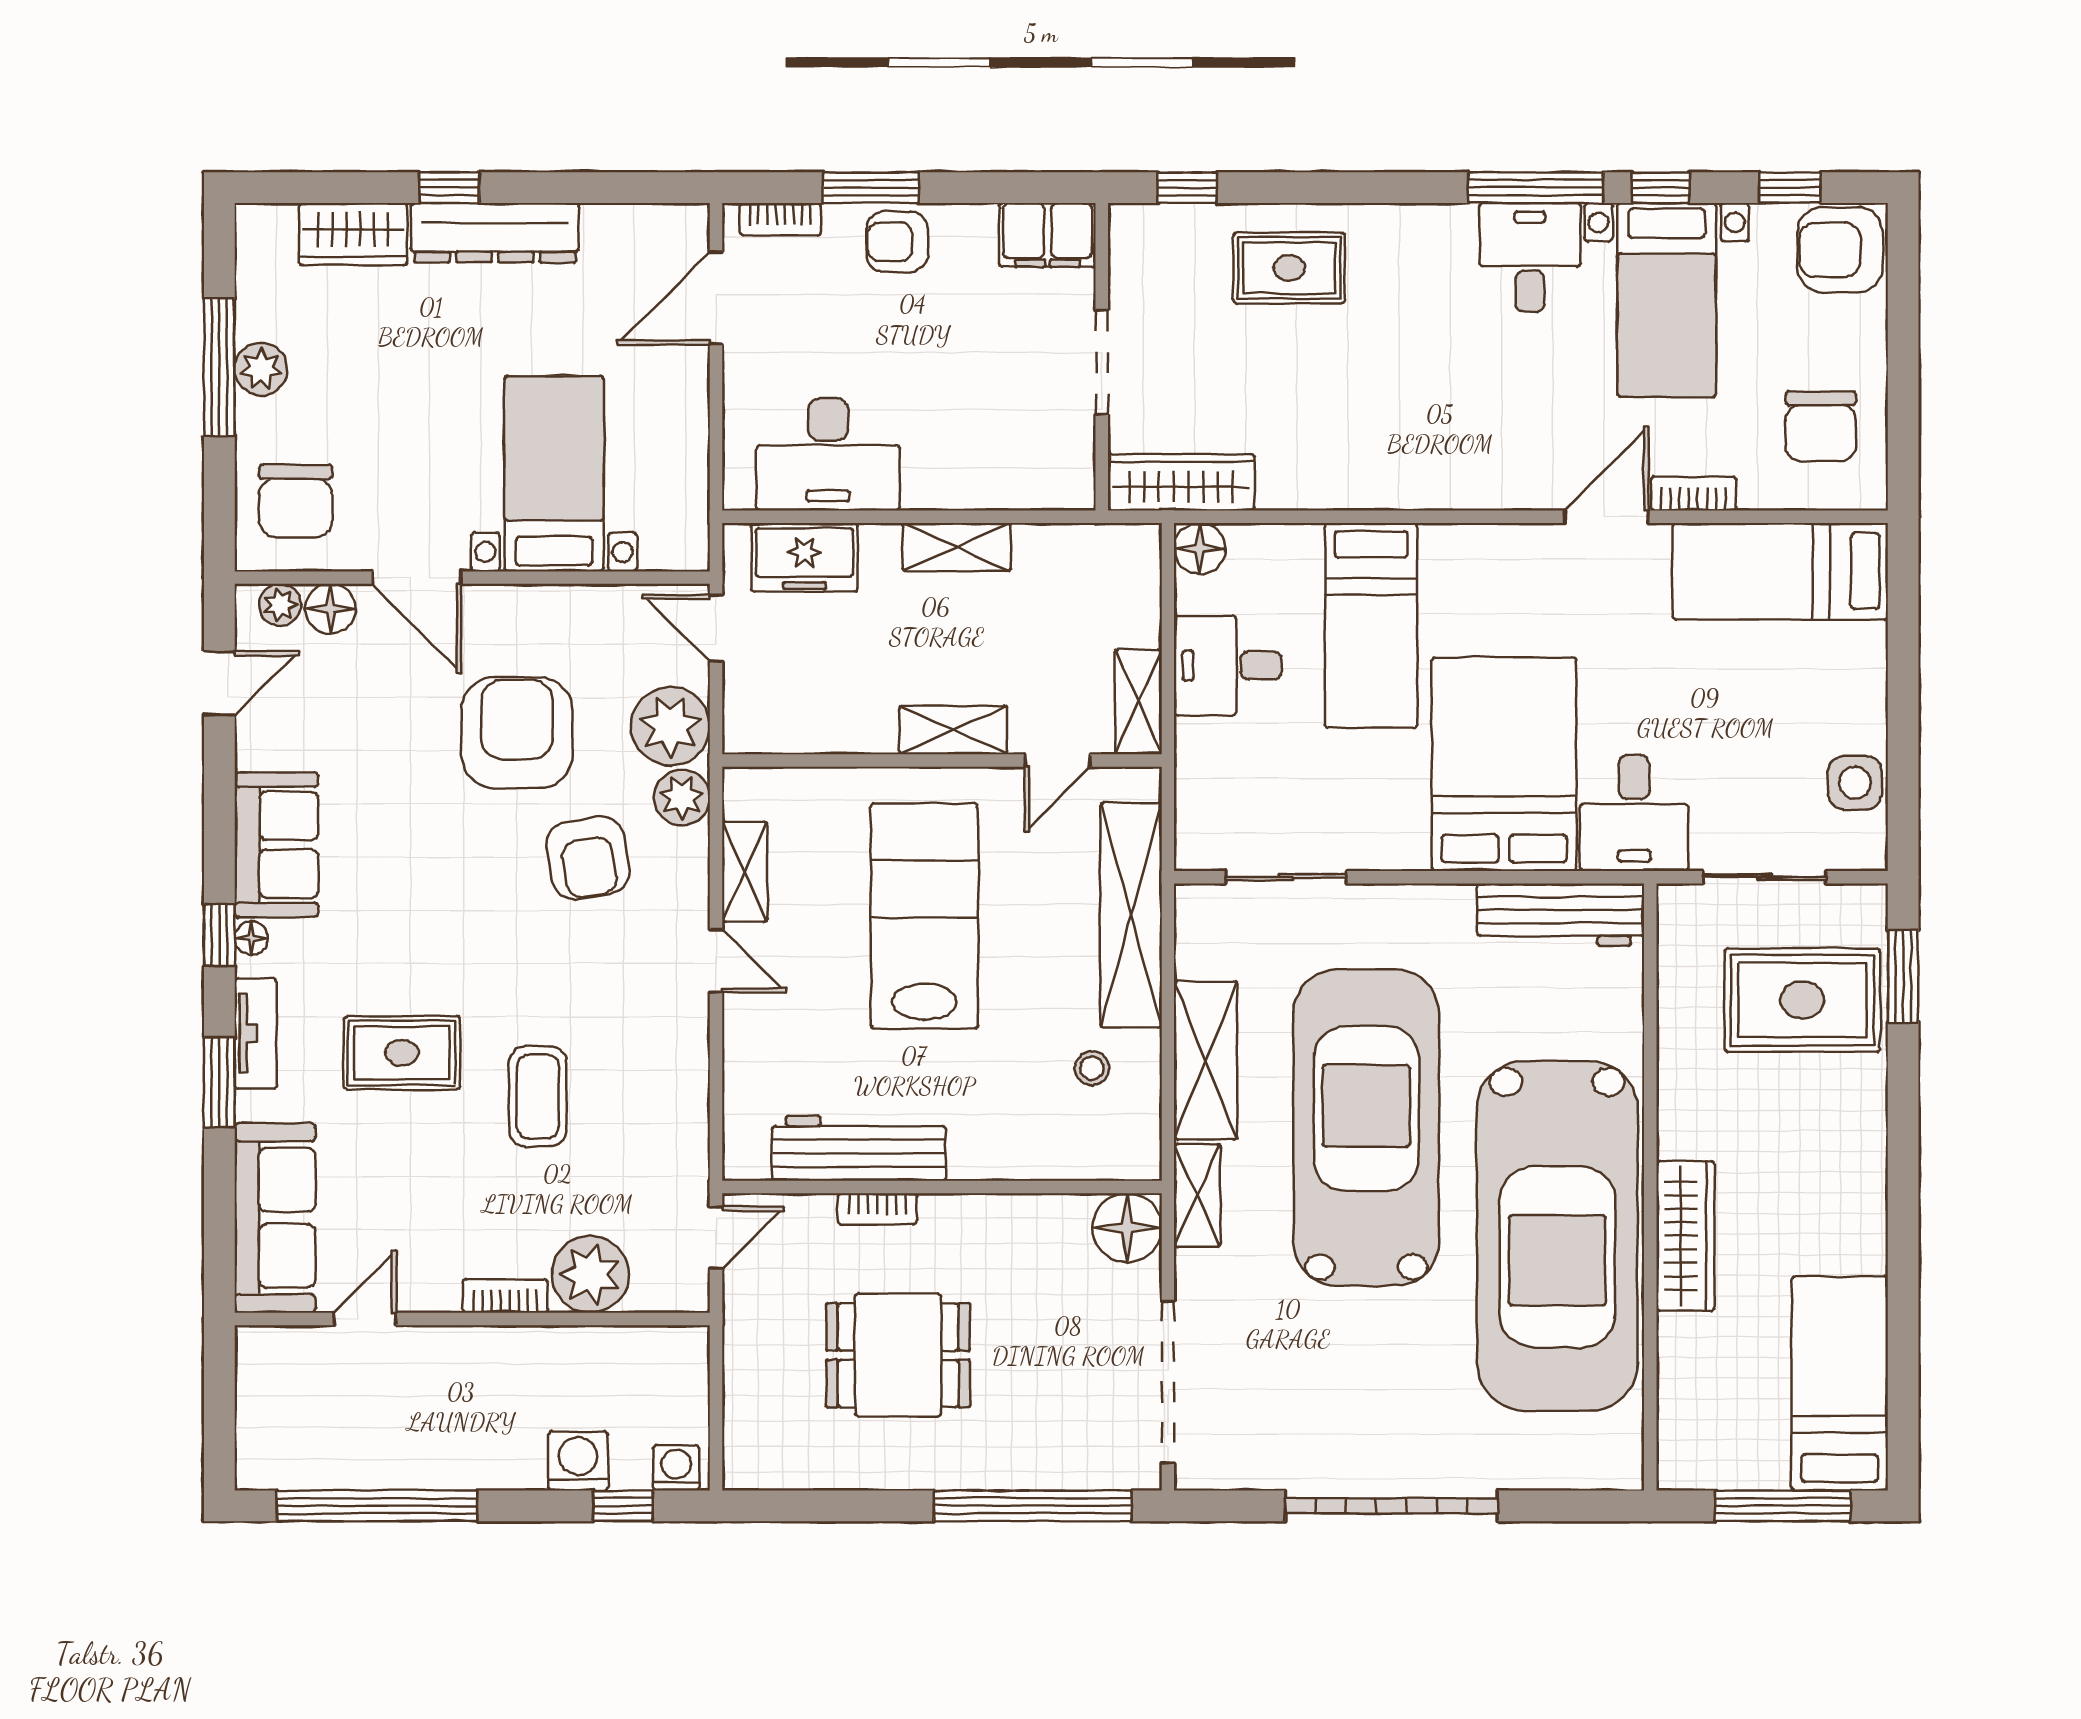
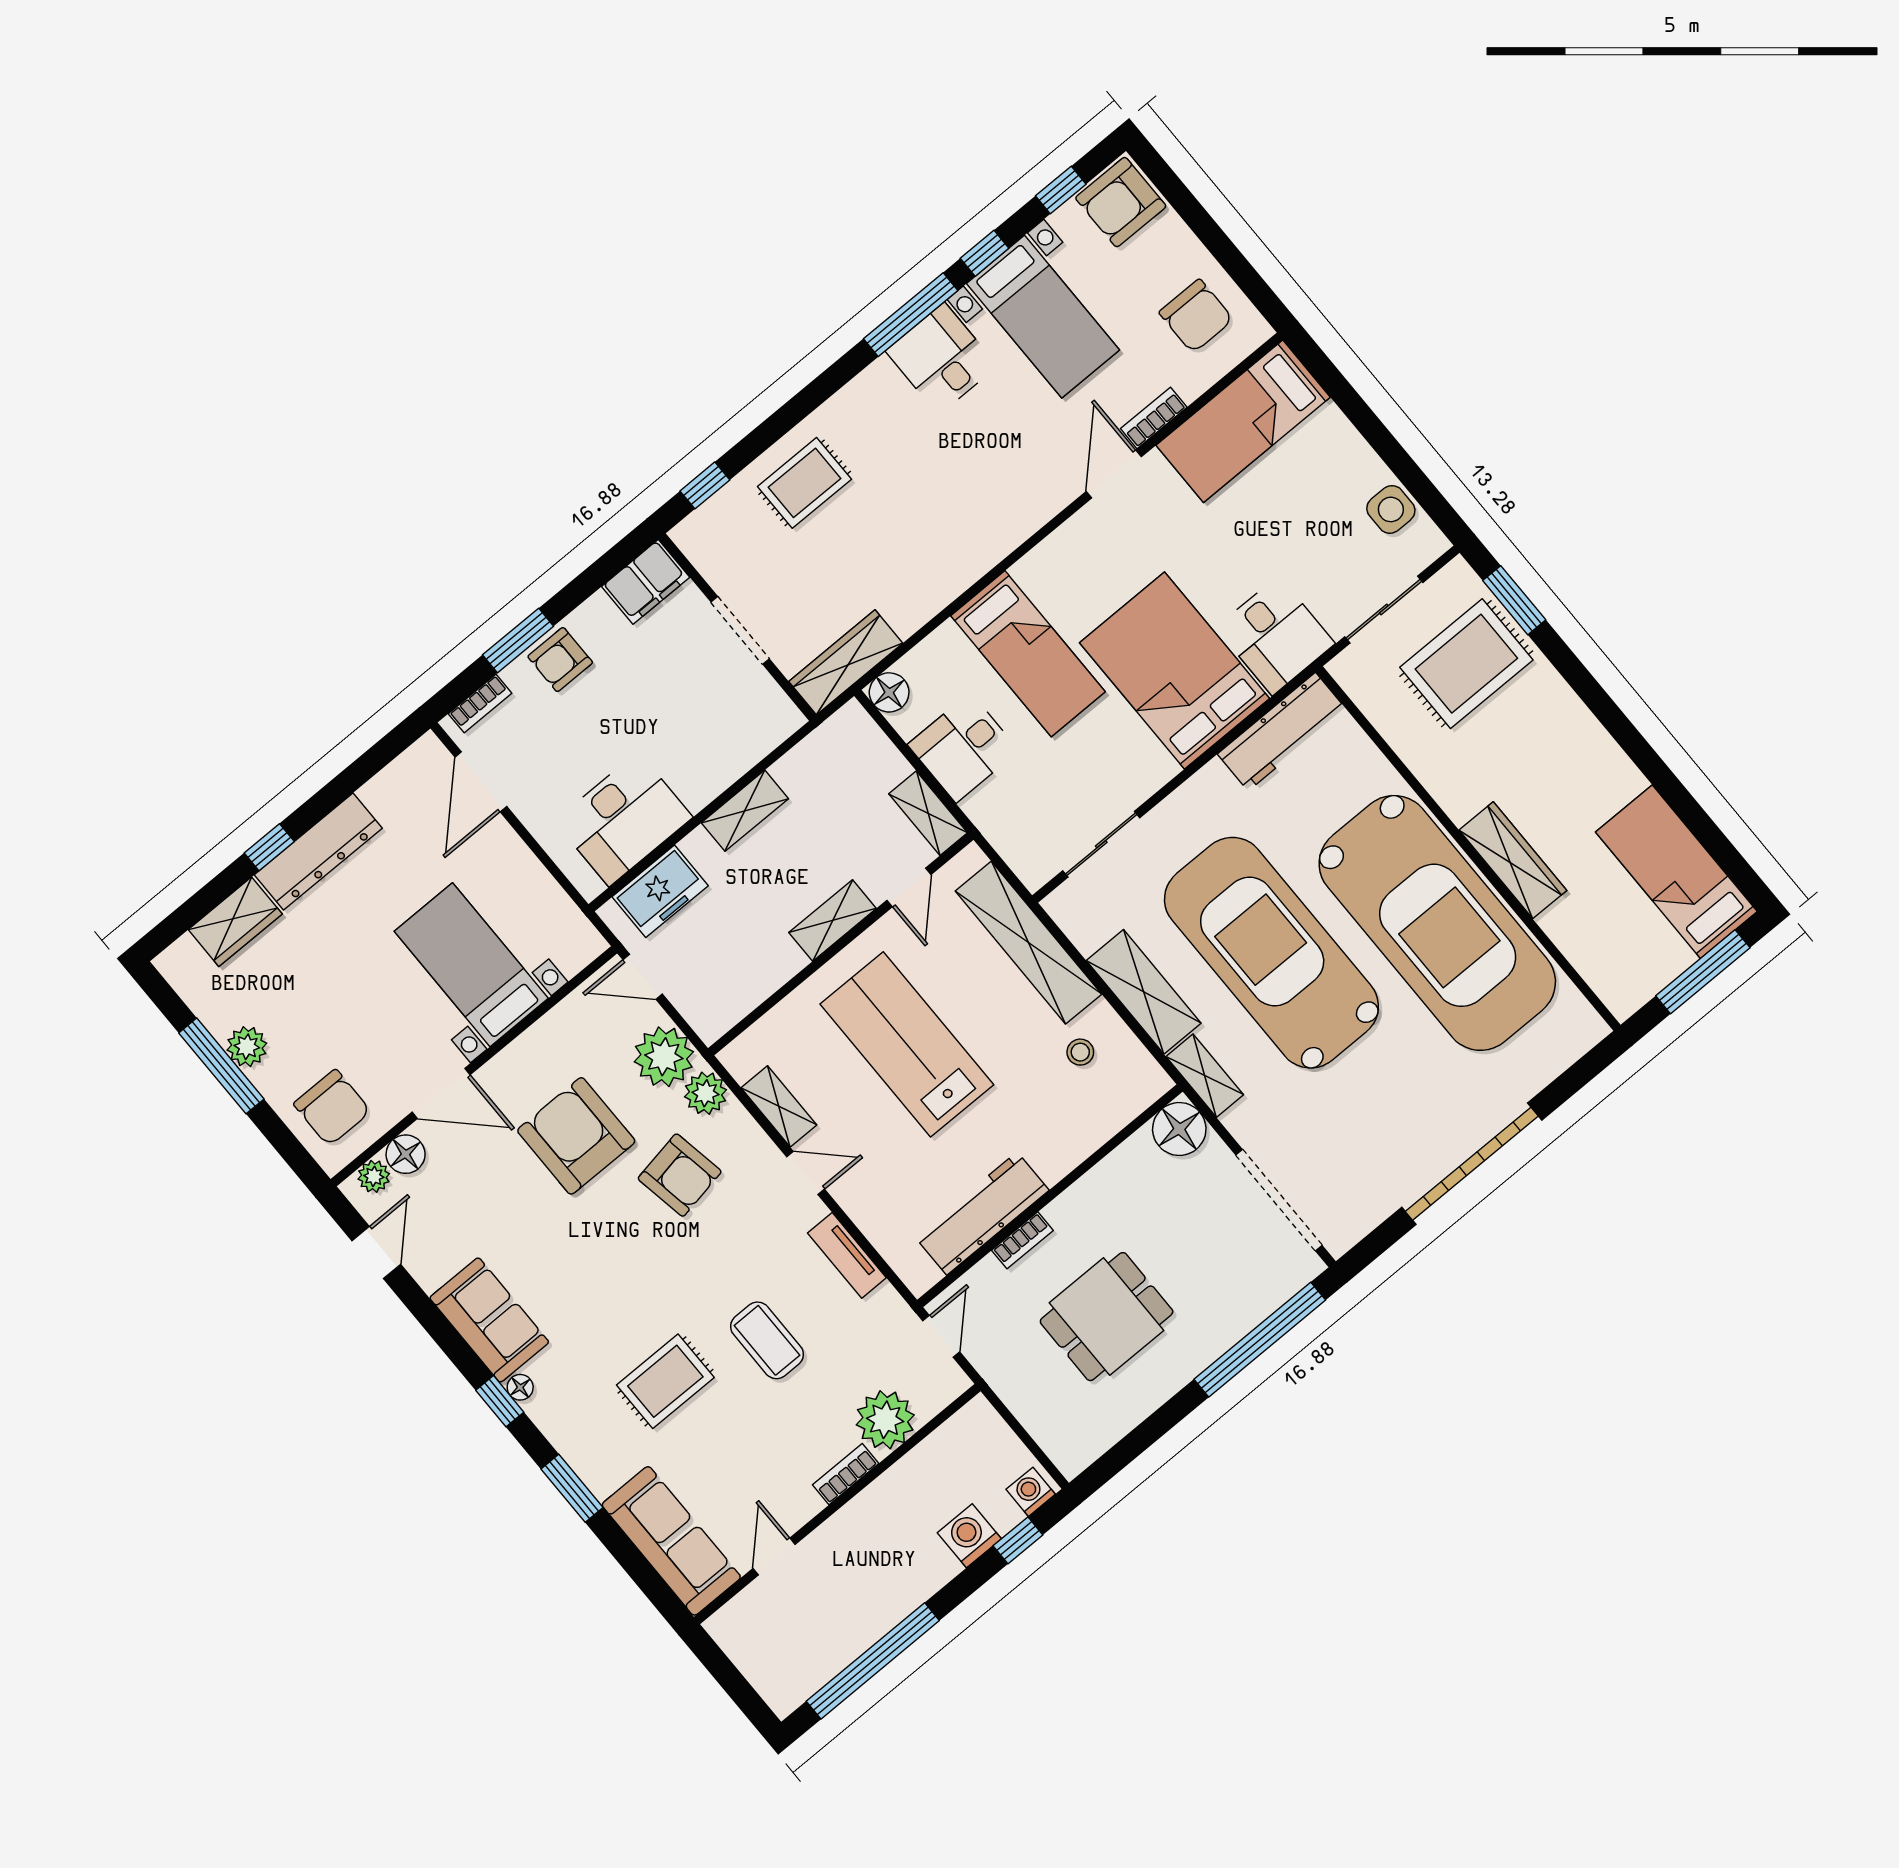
tv unit: (256, 1033) -> (847, 1255), moved, turned 180

